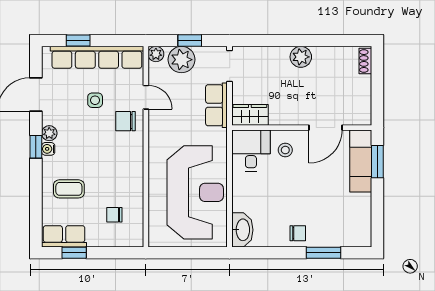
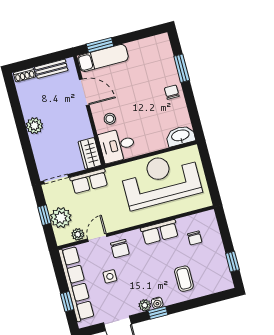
plant: (156, 54) -> (78, 234), moved
bench: (364, 95) -> (51, 69), added
row of seats: (64, 236) -> (160, 232), moved, turned -90

